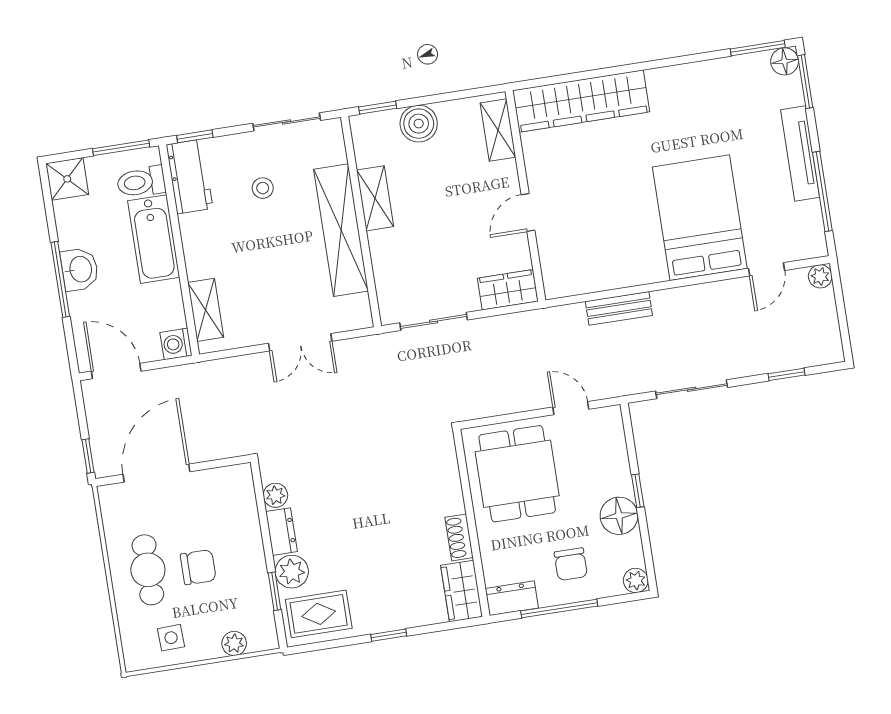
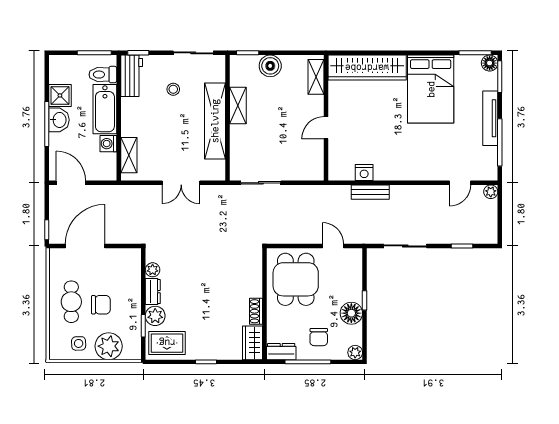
shower: (67, 179) -> (60, 95), moved
bed: (700, 218) -> (431, 89), moved, turned 180
nightstand: (604, 277) -> (364, 173), added
wardrobe: (508, 290) -> (307, 171), removed
washing machine: (176, 344) -> (108, 144), moved
plant: (234, 643) -> (109, 346), width x1.87, depth x1.87

